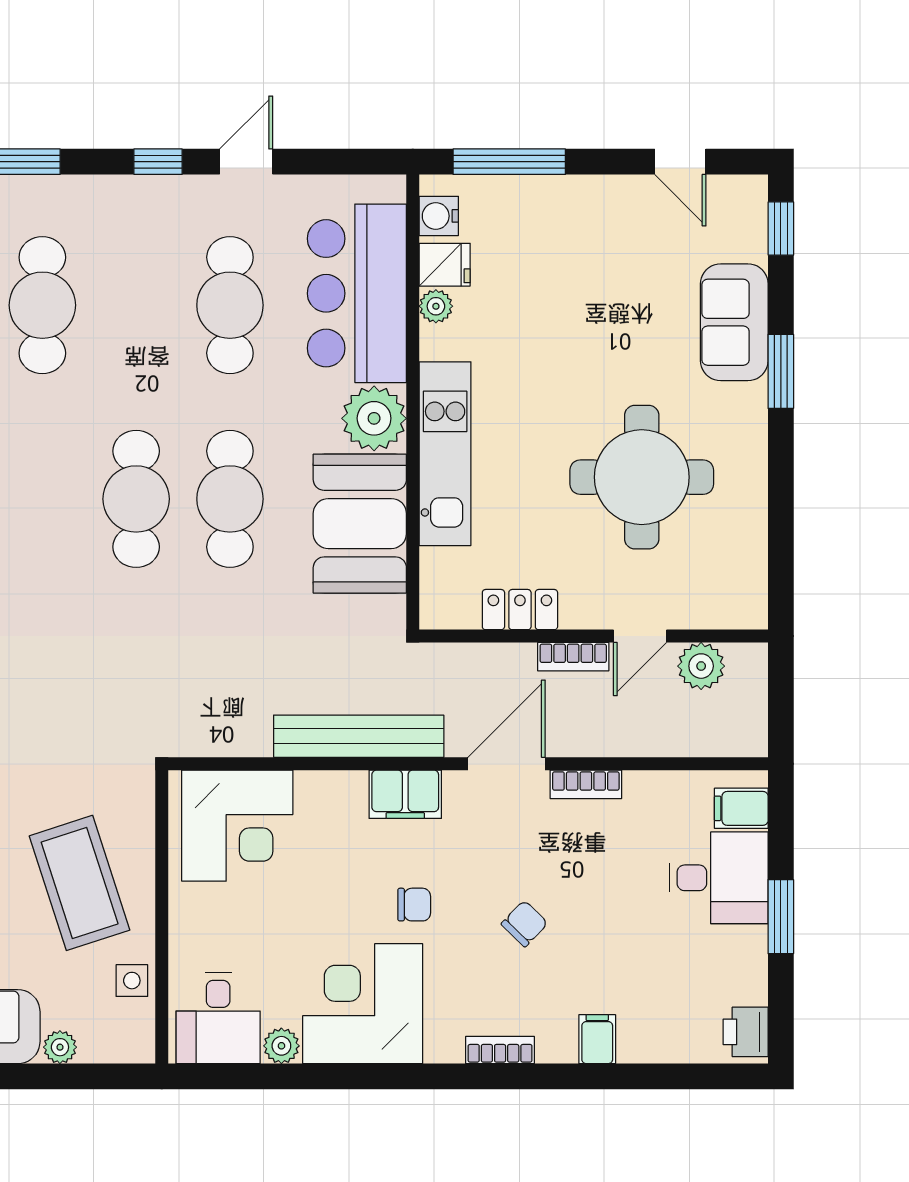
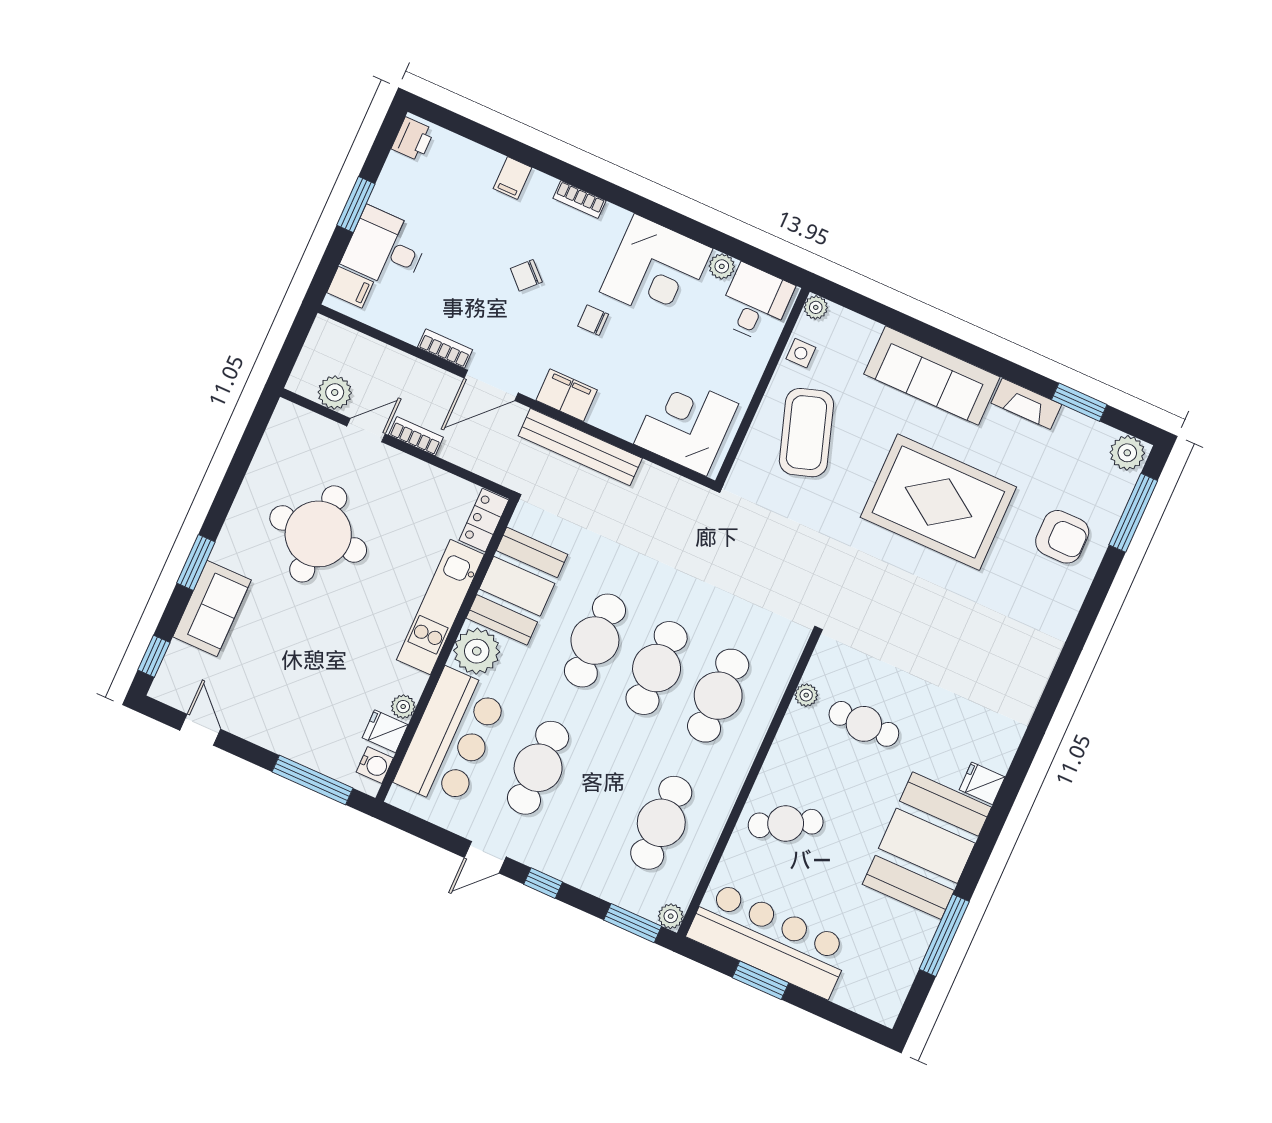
cafe table: (42, 499) -> (718, 696), added
locker: (520, 610) -> (484, 520), moved, turned 90
plant: (60, 1047) -> (816, 307), moved

